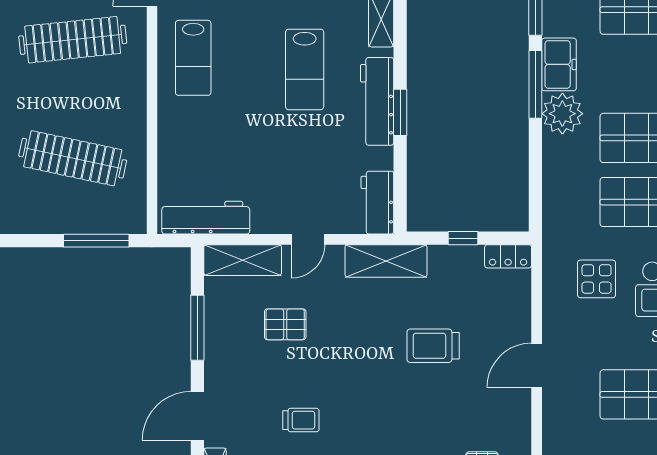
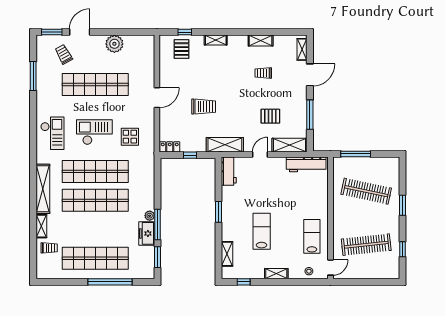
workbench: (377, 101) -> (229, 217), removed
plant: (562, 114) -> (150, 216), width x0.53, depth x0.53

